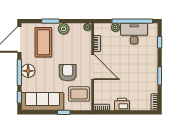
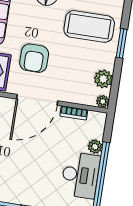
plant: (64, 29) -> (103, 79), moved
armchair: (68, 73) -> (34, 58), turned 90

